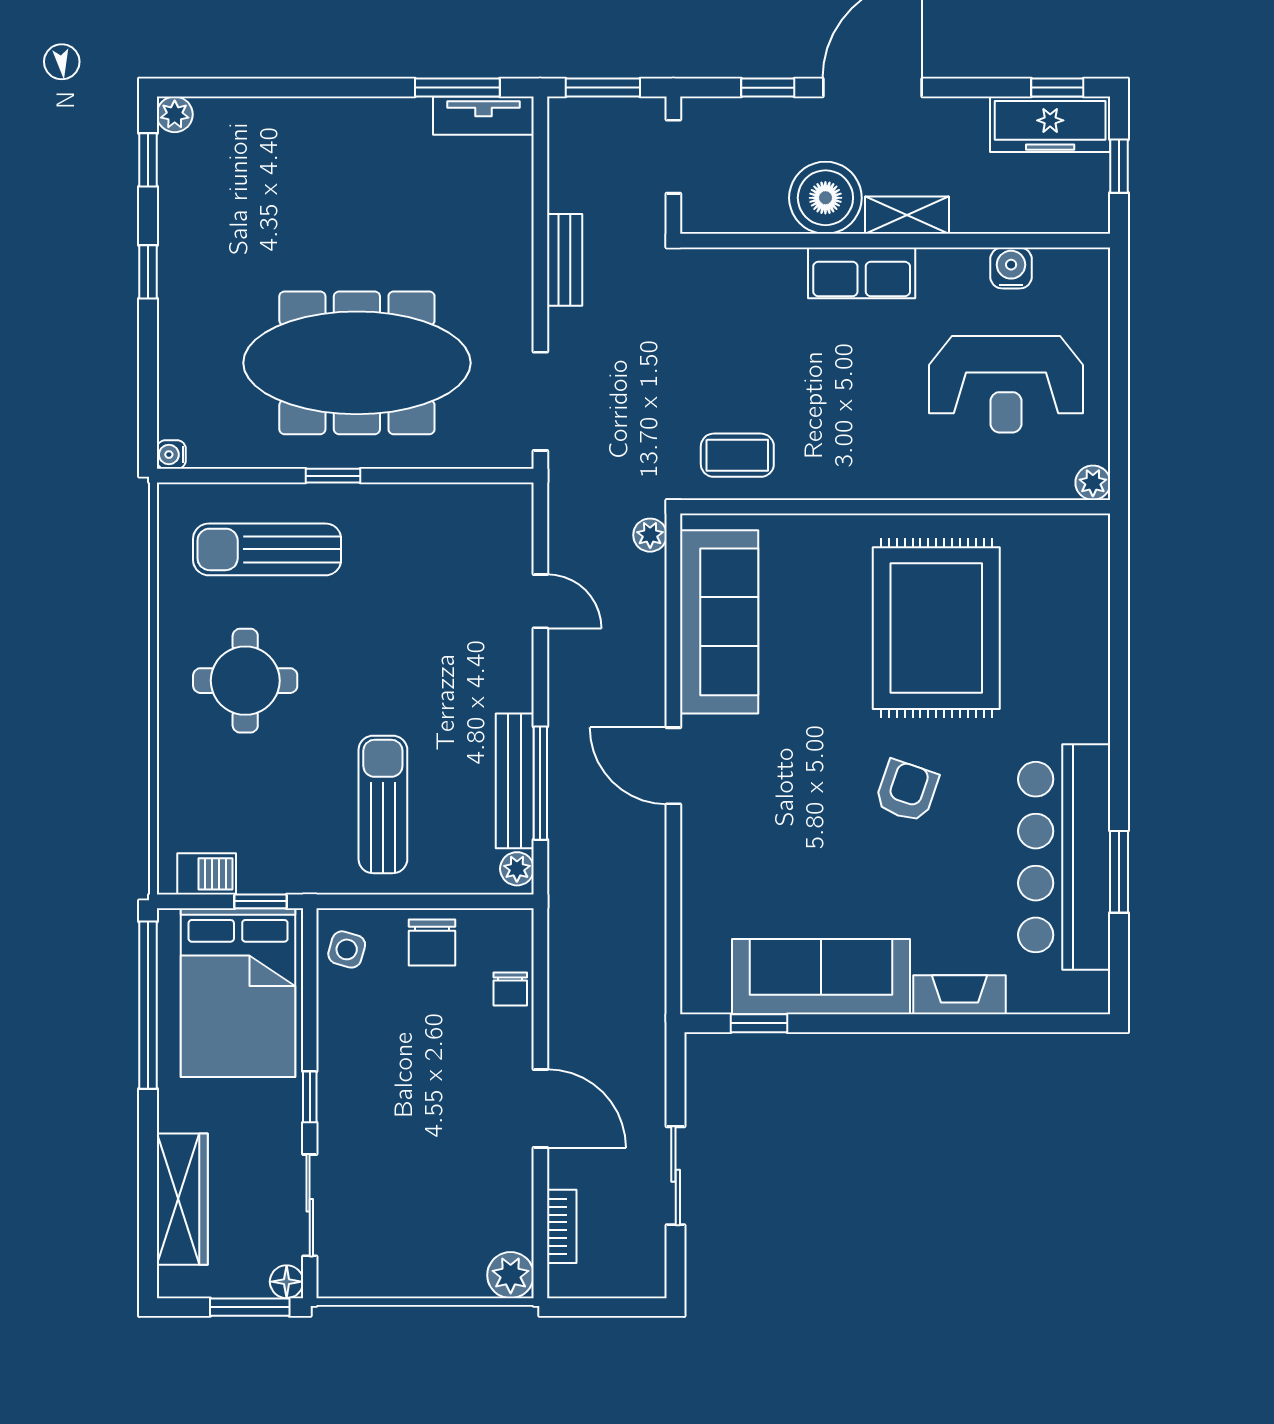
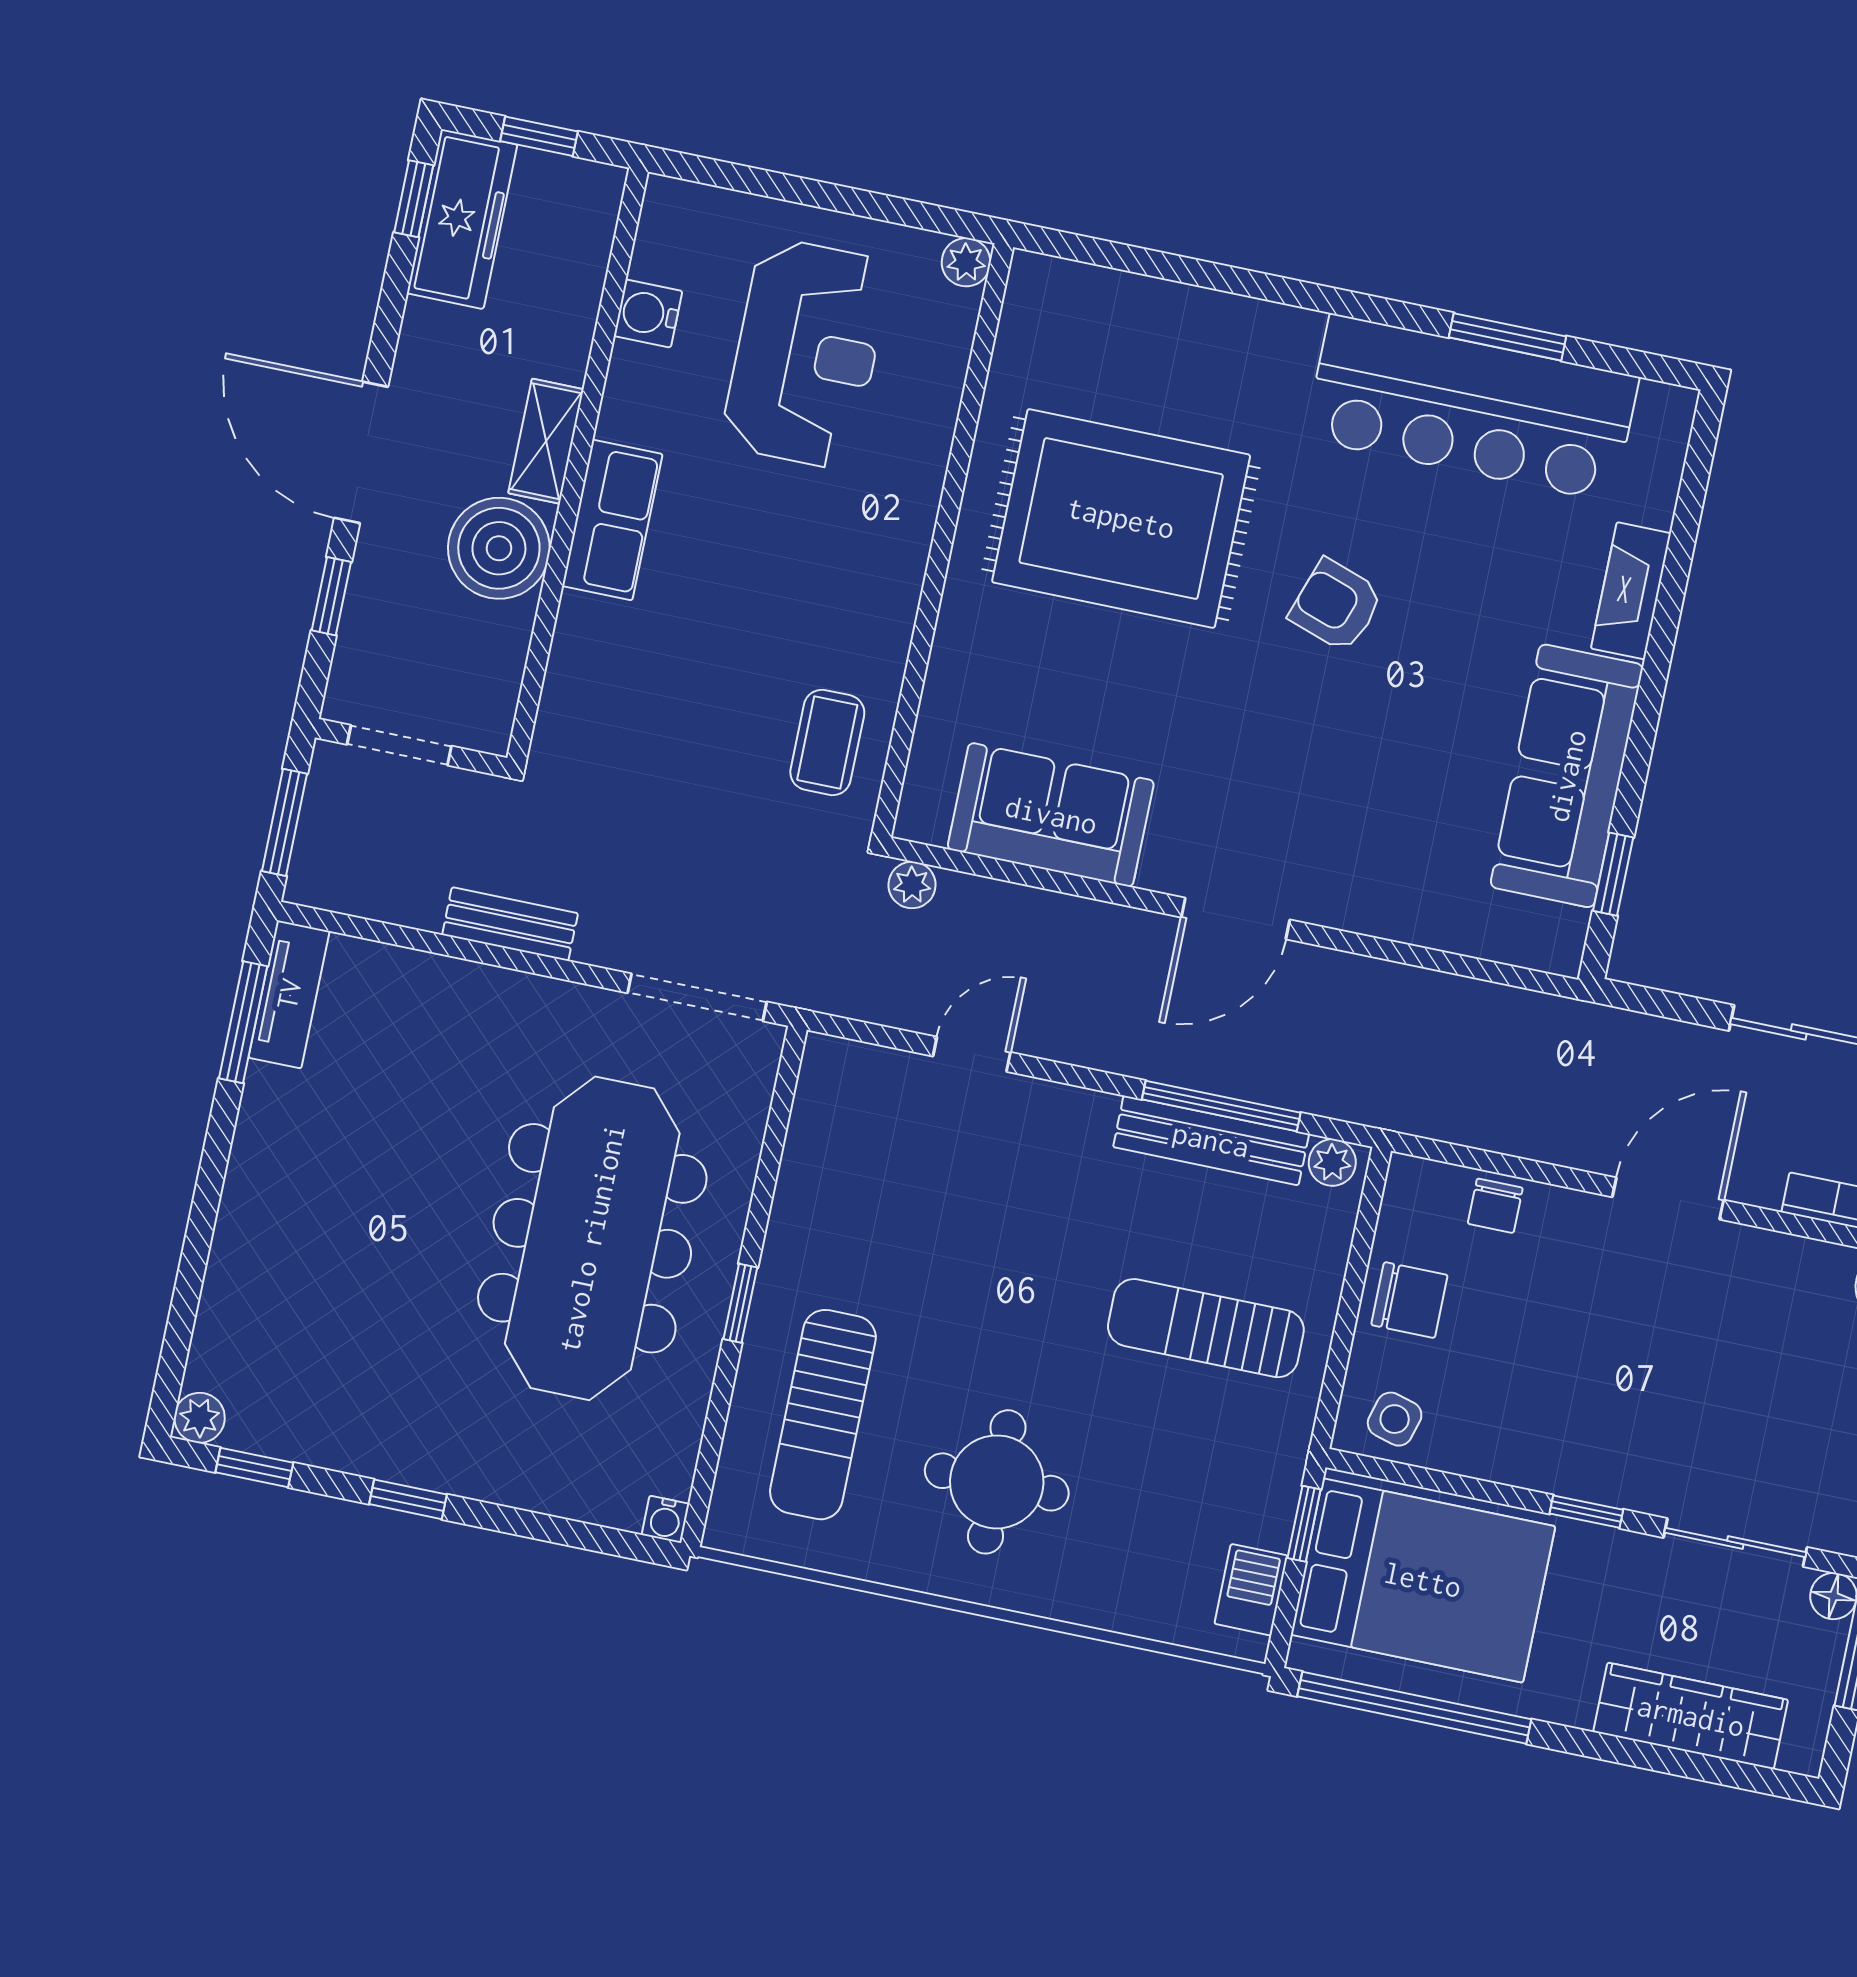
sofa: (719, 622) -> (1051, 815), width x0.73
chair: (510, 989) -> (1495, 1206), turned 90

